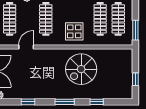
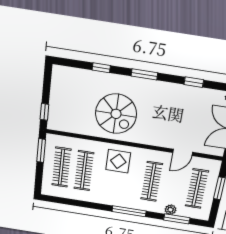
spiral stairs: (81, 69) -> (116, 114), turned 90
window: (135, 79) -> (44, 112), moved

